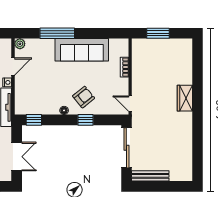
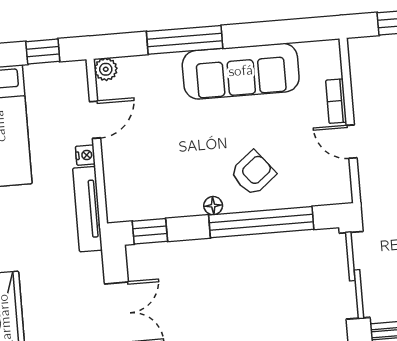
door: (130, 104) -> (352, 142), moved
window: (86, 120) -> (261, 222), width x3.17

